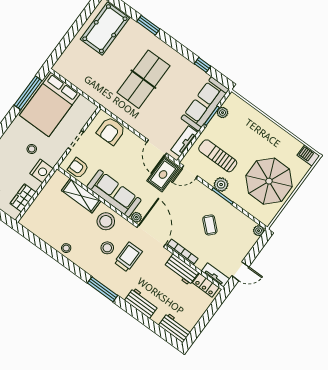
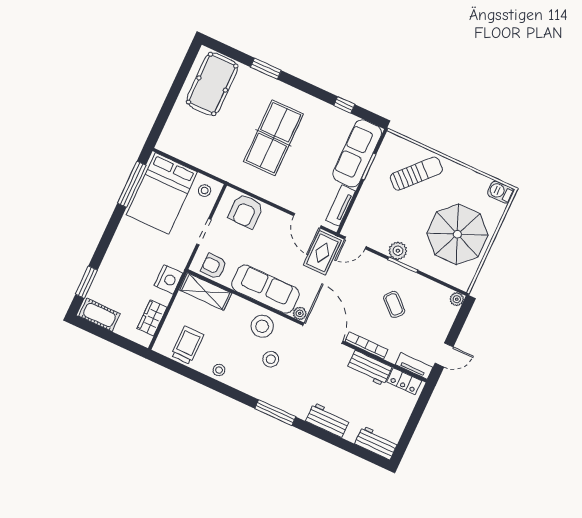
plant: (223, 113) -> (381, 160), removed
stool: (32, 149) -> (205, 191), moved
sun lounger: (218, 156) -> (416, 174), moved, turned 133
shelving: (81, 196) -> (206, 292), moved
trolley: (128, 257) -> (187, 345), moved

